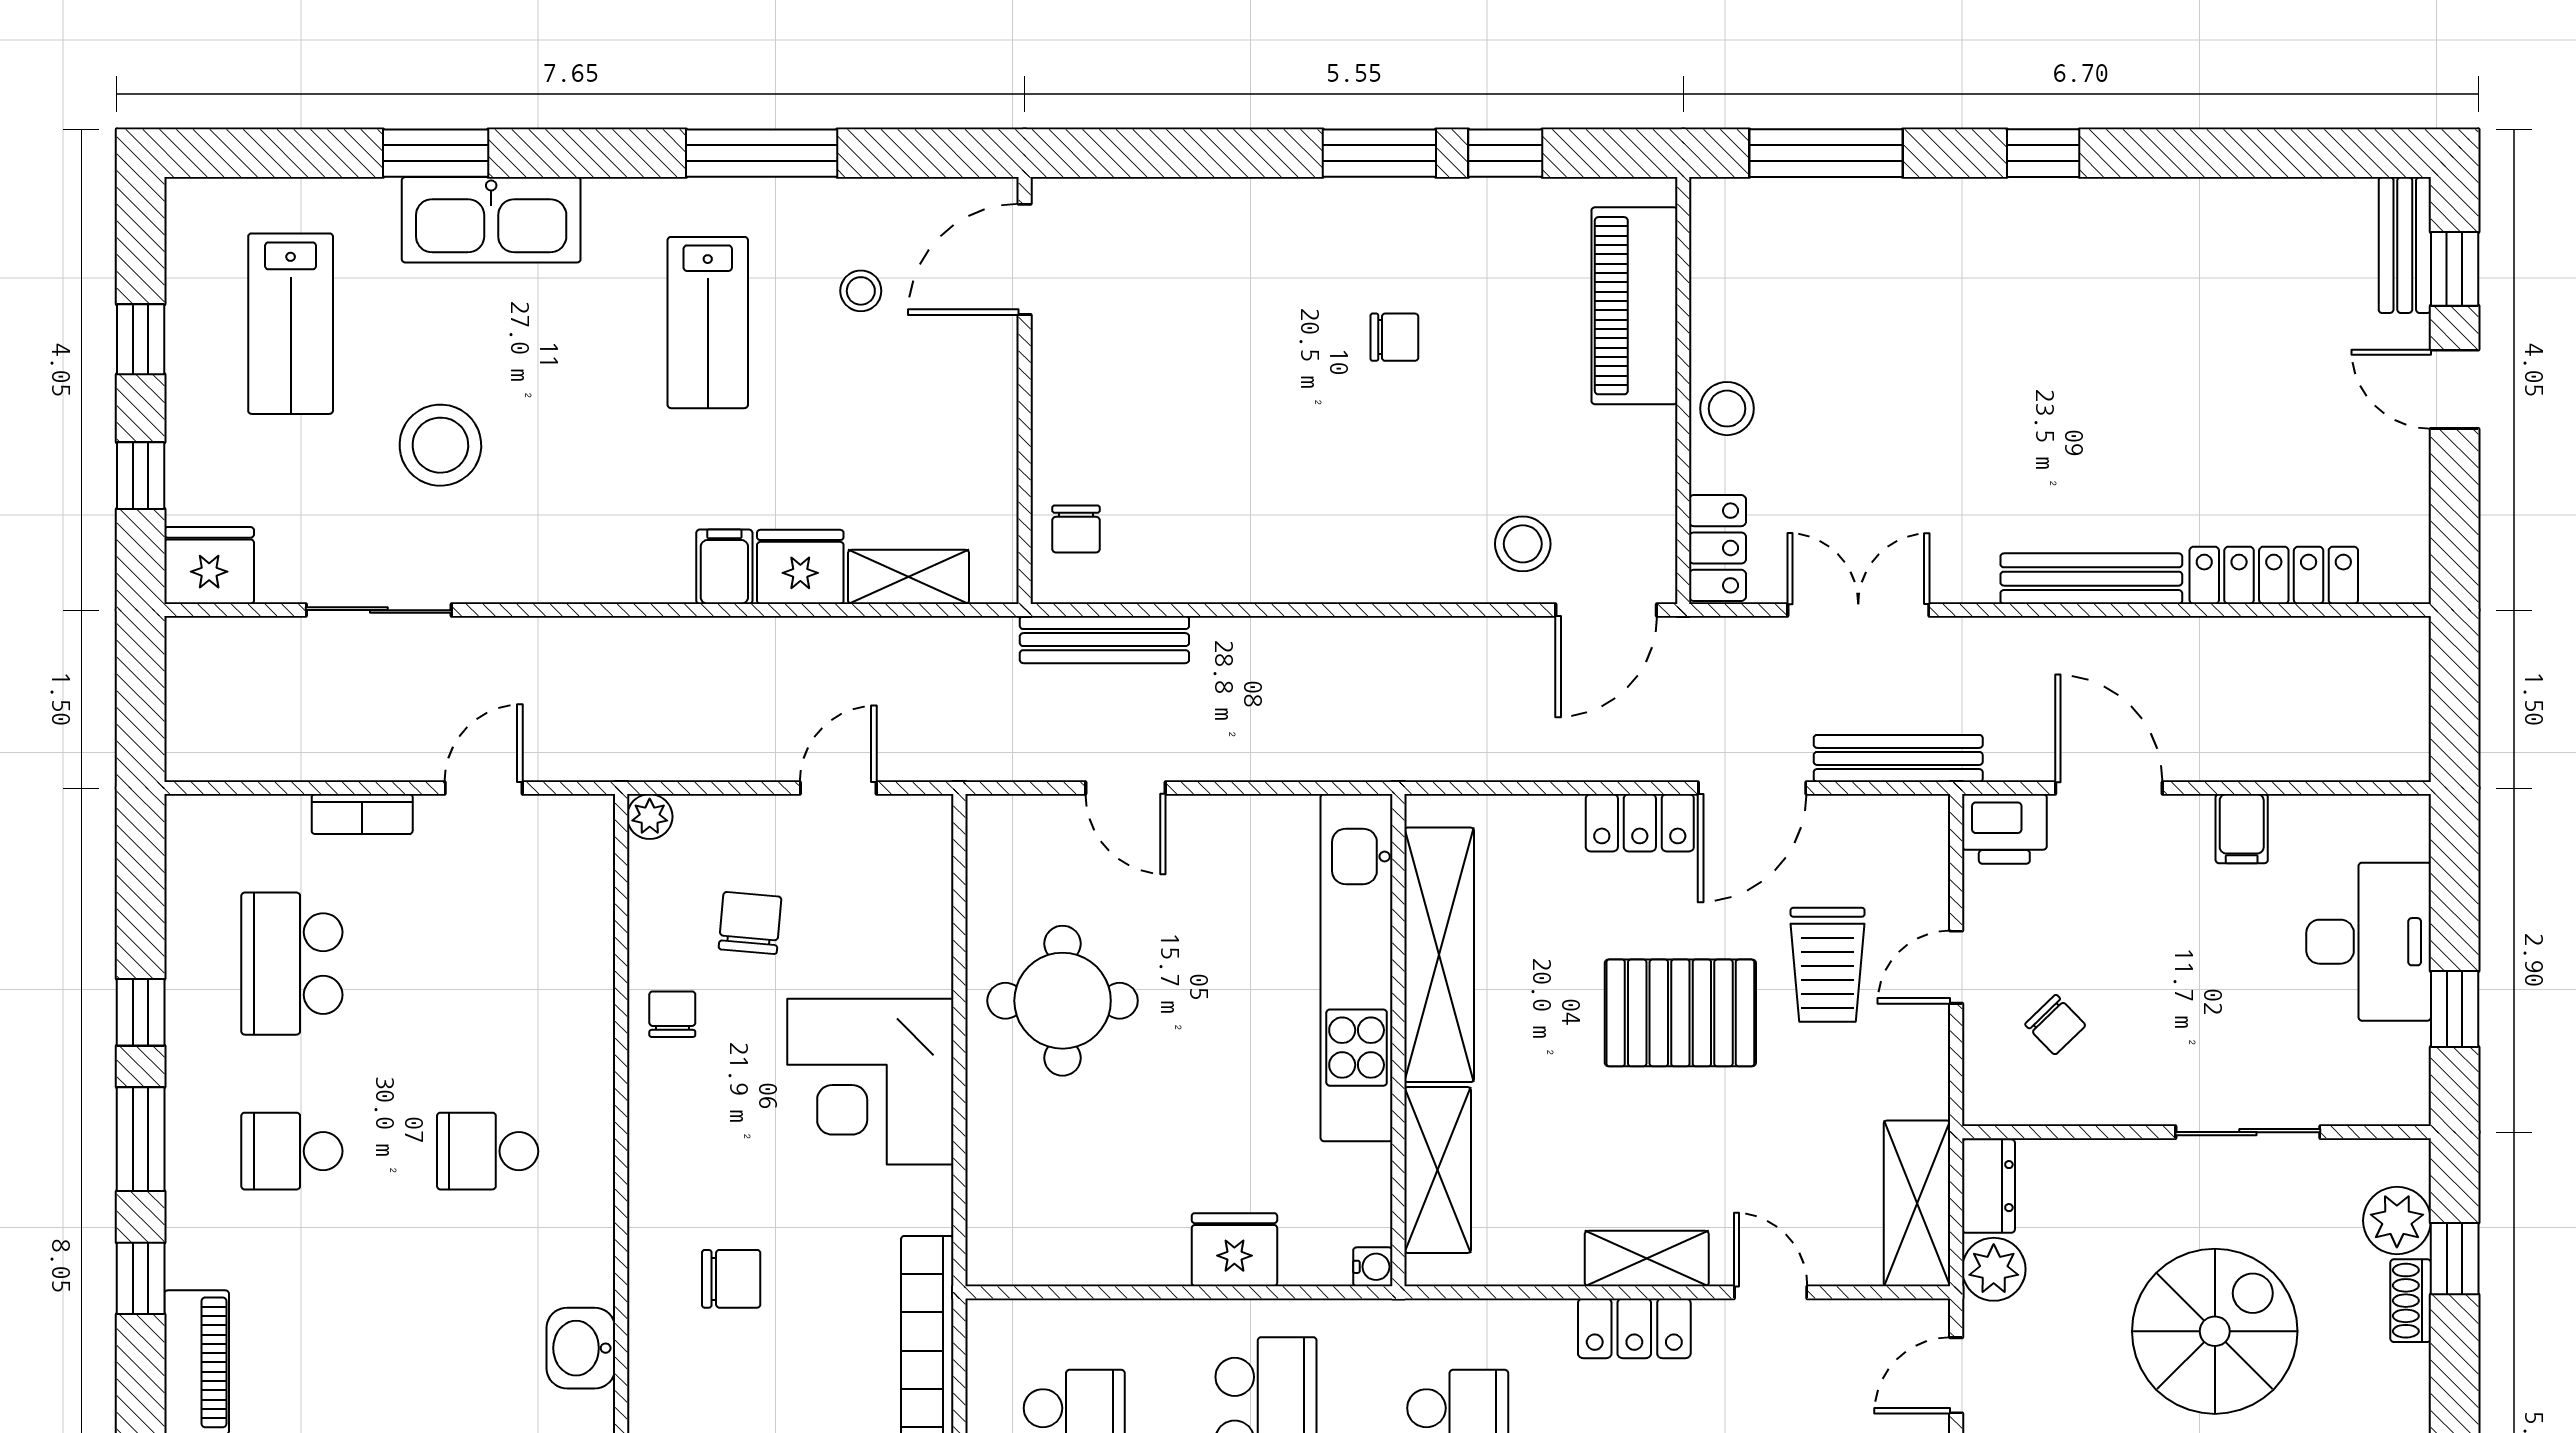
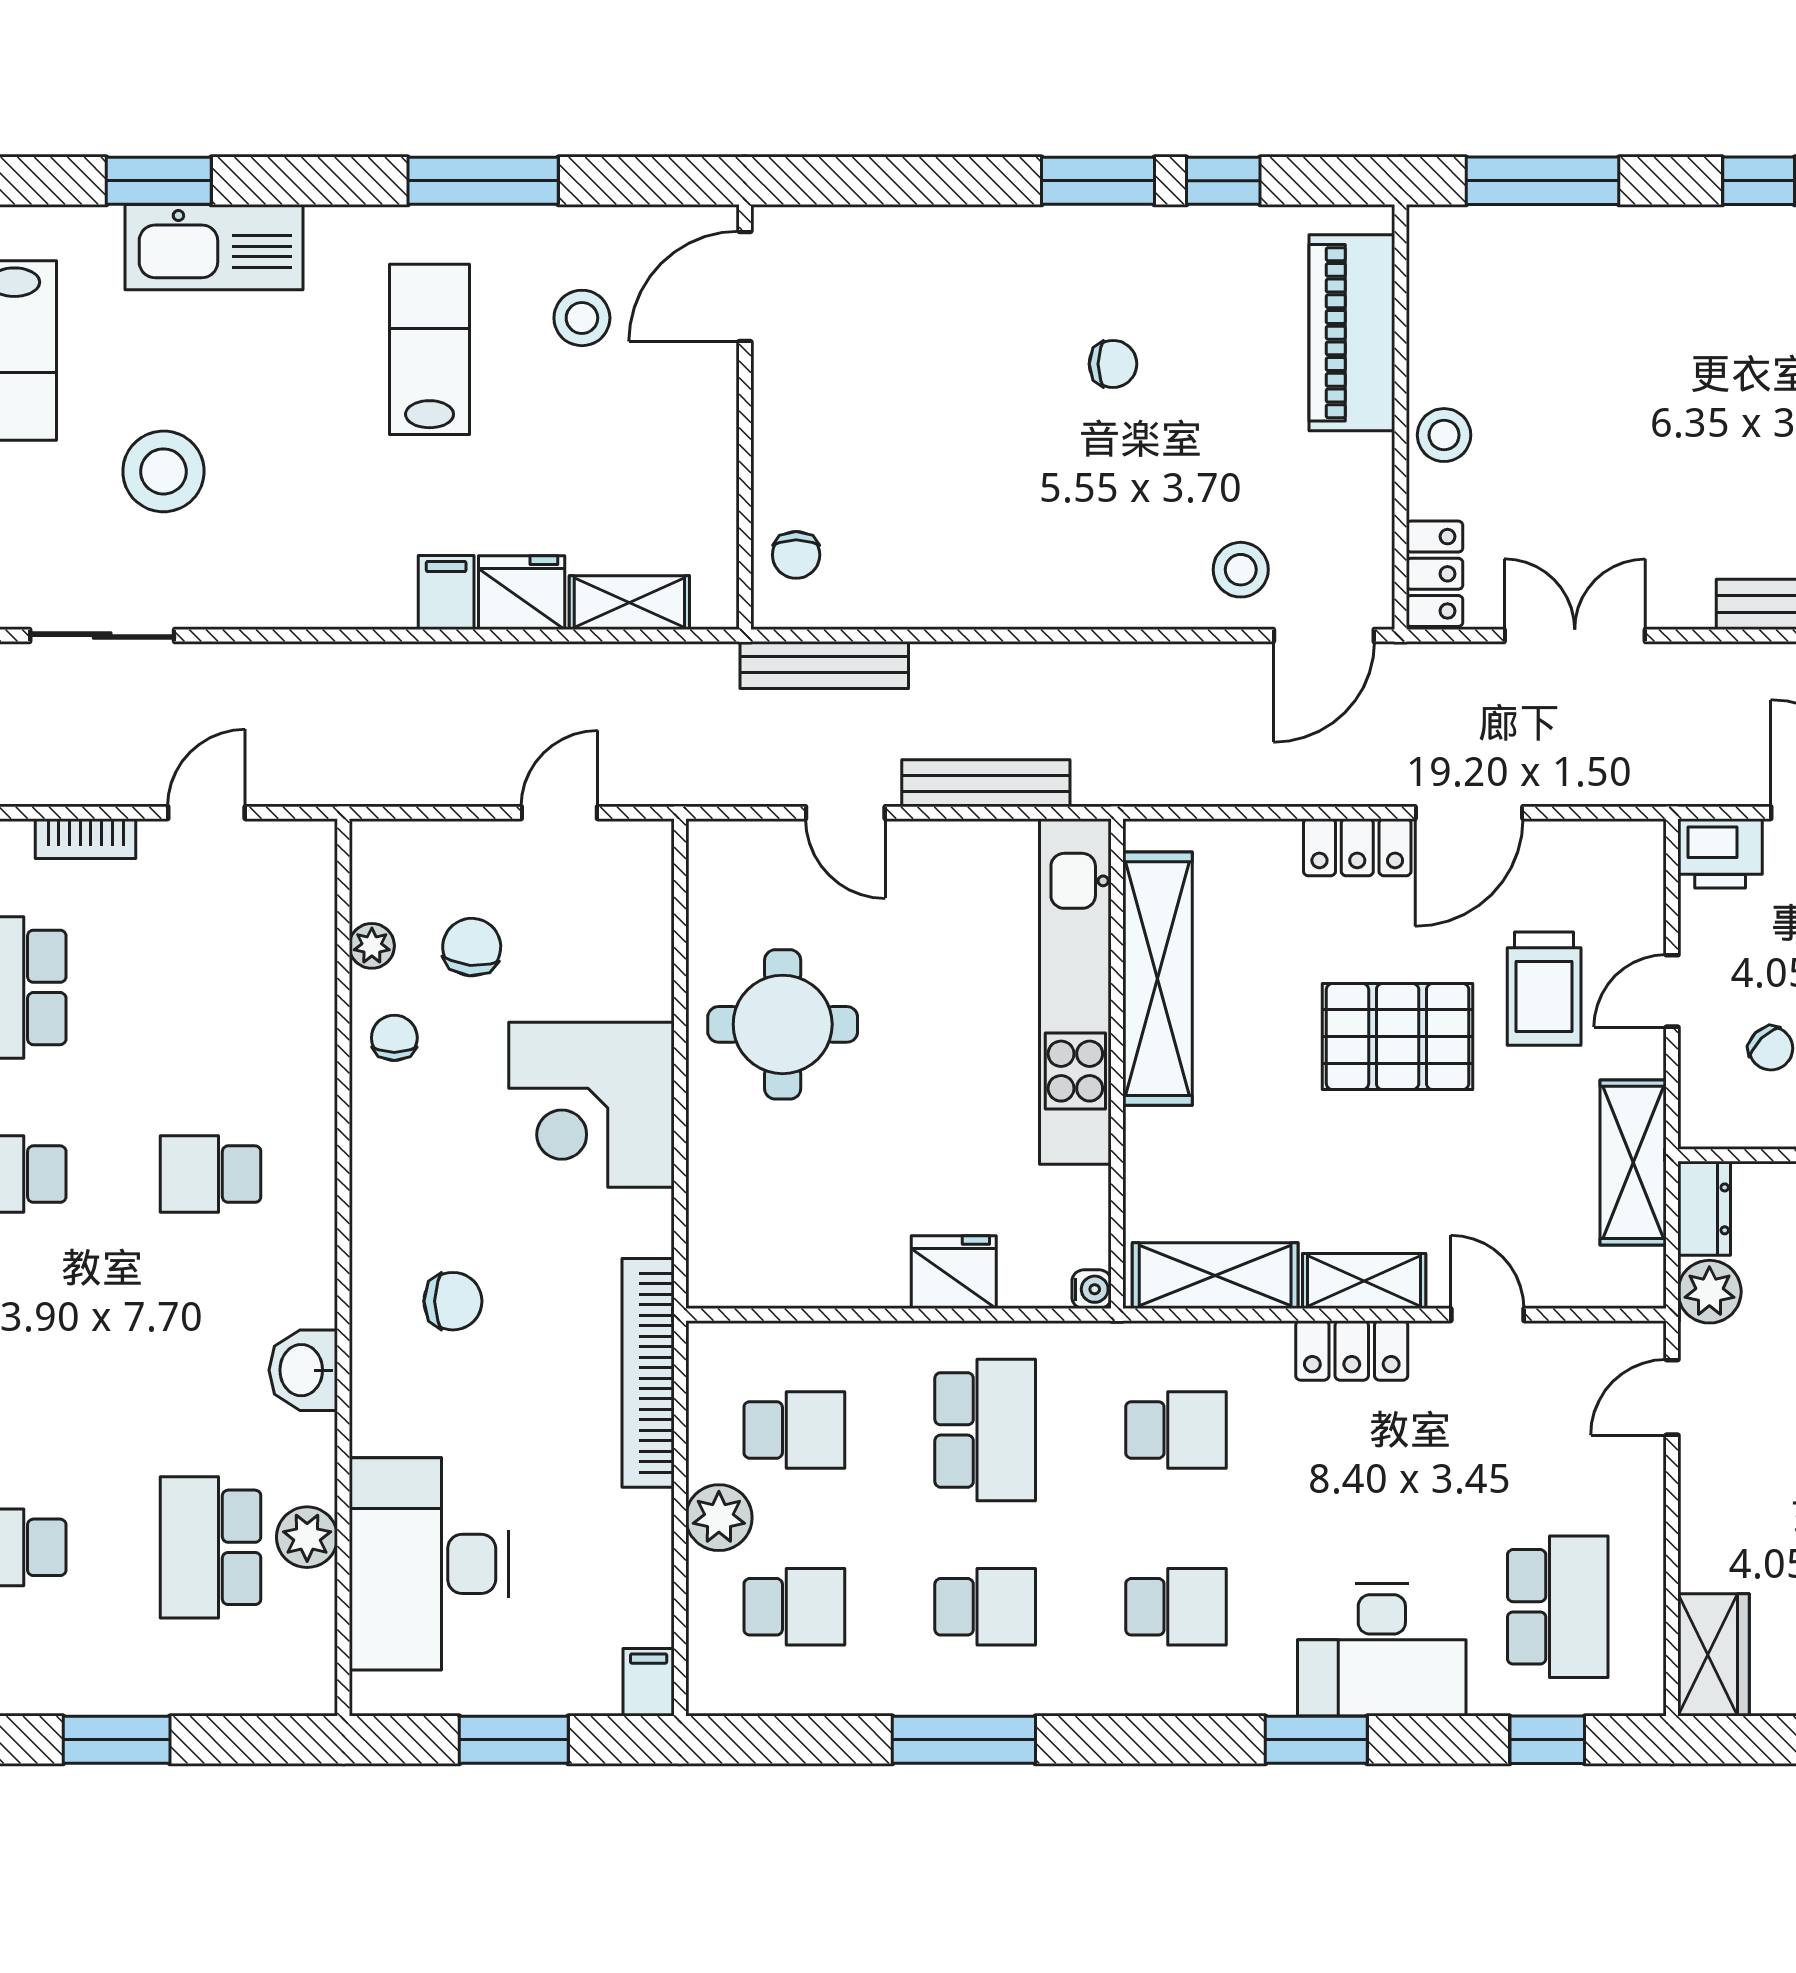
stool: (861, 291) -> (582, 318), width x1.37, depth x1.37
lab bench: (708, 323) -> (430, 349), turned 180
bench: (1898, 758) -> (986, 783), moved
plant: (650, 817) -> (372, 946), moved
shelving: (1438, 1170) -> (1215, 1276), moved, turned 90
shelving: (1917, 1203) -> (1633, 1162), moved

